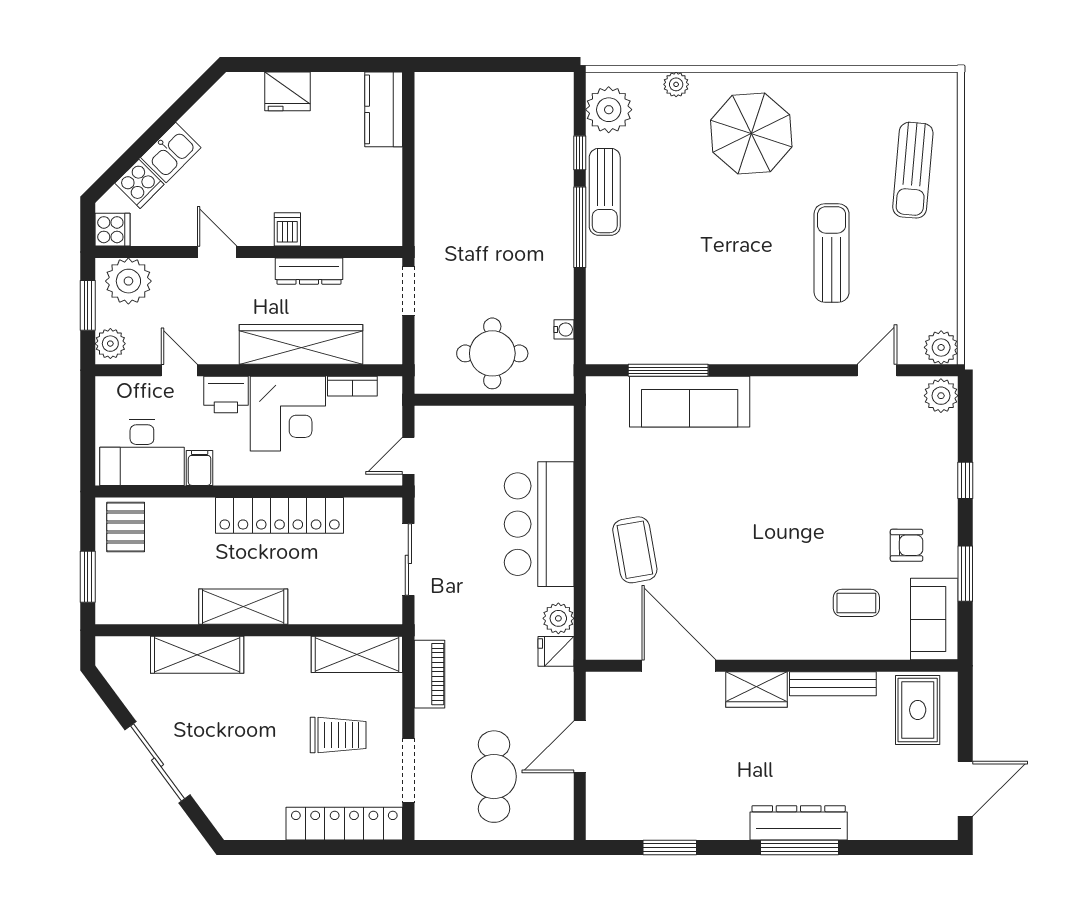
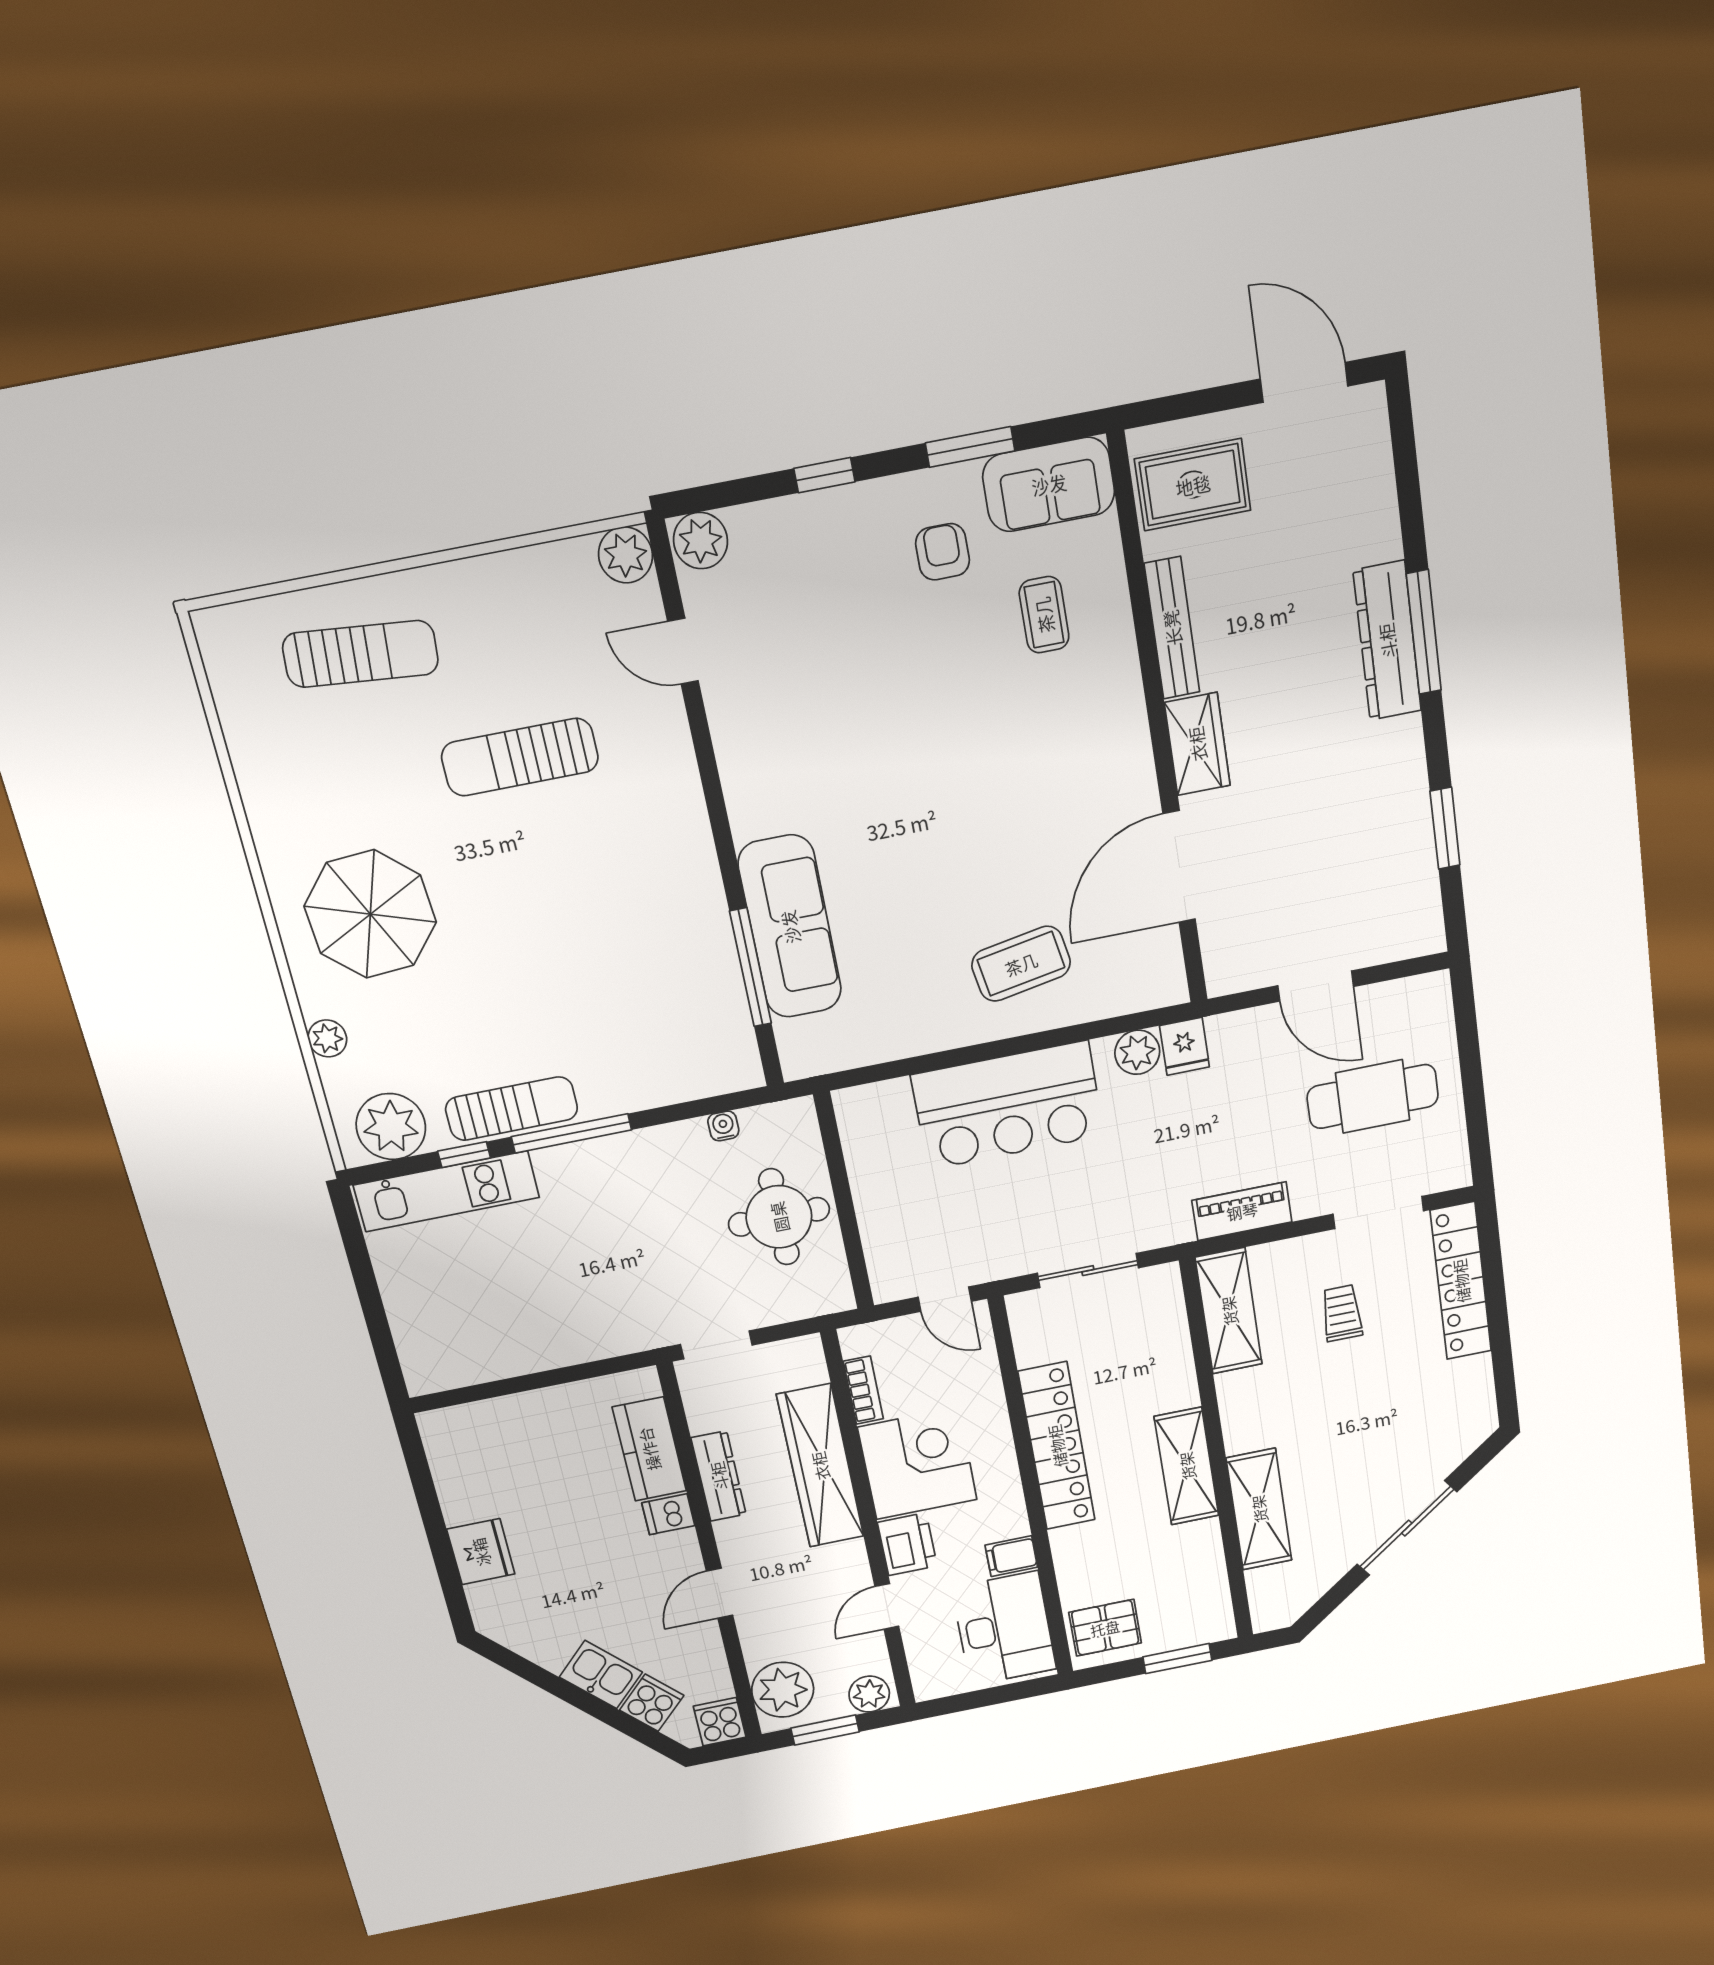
kitchen counter: (384, 109) -> (649, 1449), moved, turned 90
kitchen unit: (557, 135) -> (446, 1191), added
trolley: (338, 735) -> (1342, 1313), width x0.73, depth x0.72

